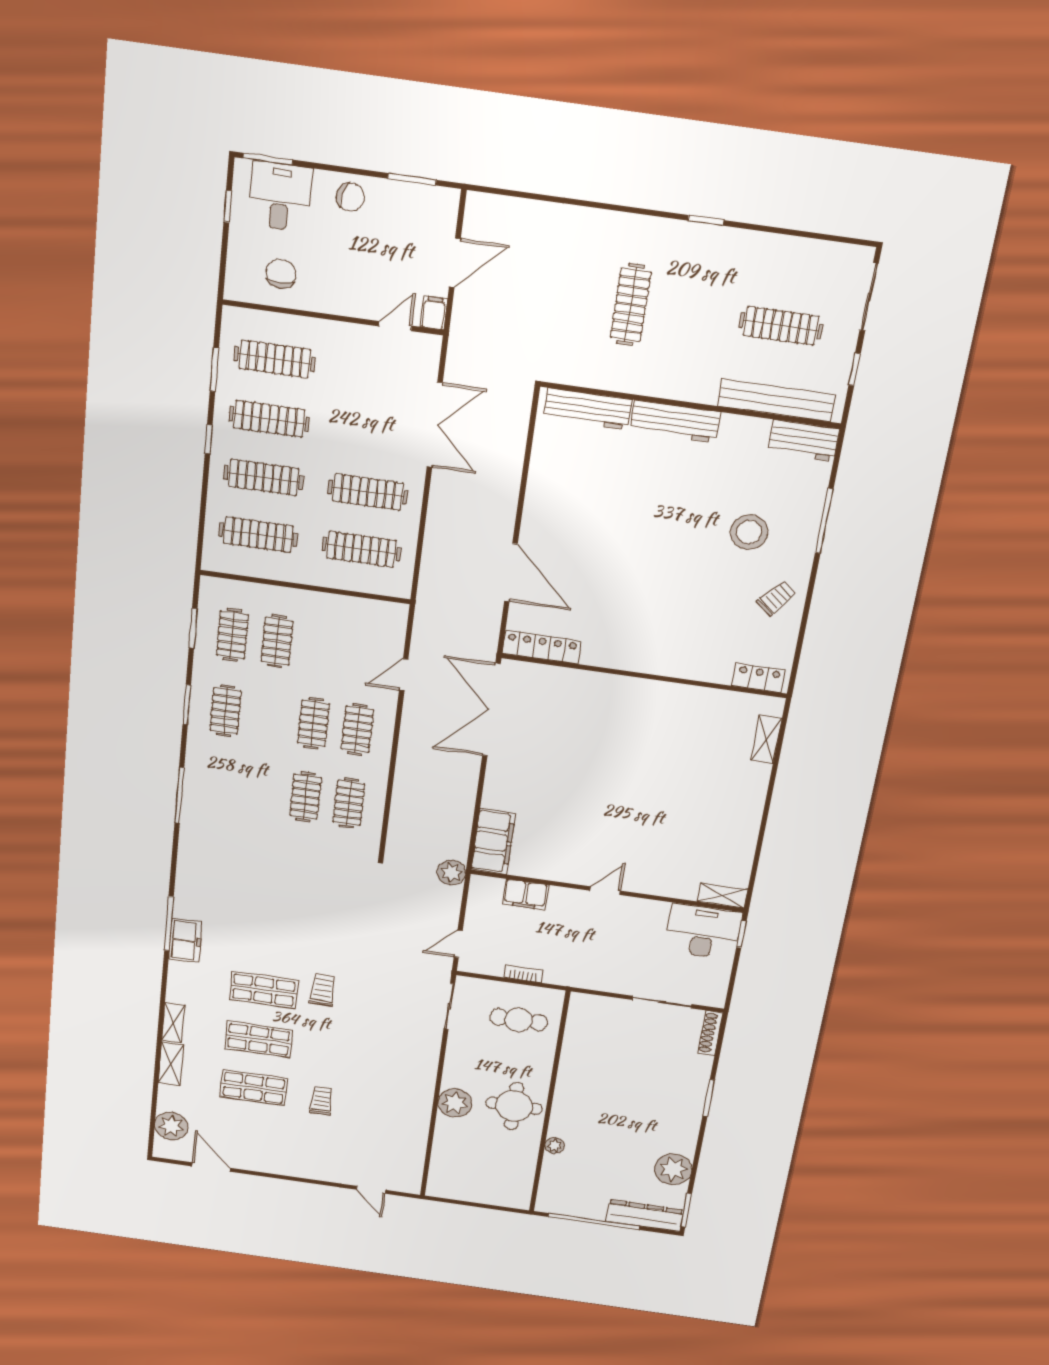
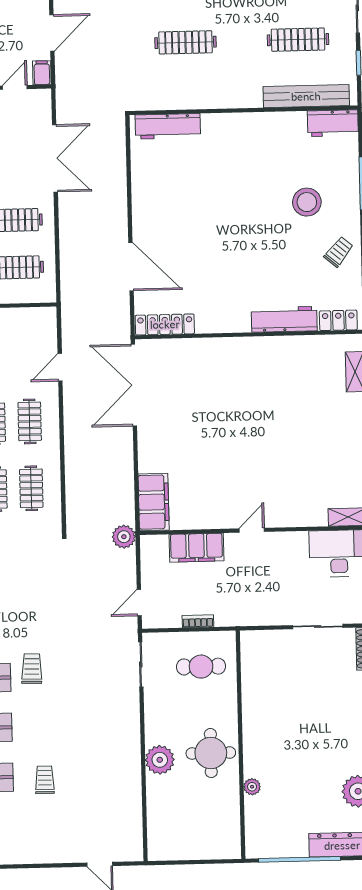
clothes rail: (631, 305) -> (186, 42), turned 90
workbench: (675, 421) -> (284, 319), moved, turned 180
filing cabinet: (525, 894) -> (196, 548), width x1.50, depth x1.17

